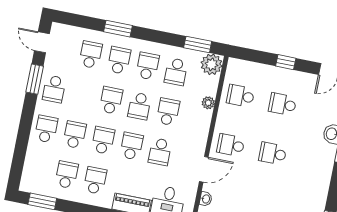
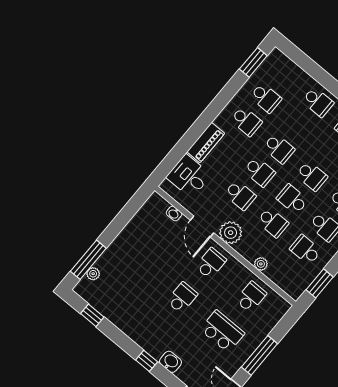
window: (286, 62) -> (259, 355), width x2.17
plant: (212, 64) -> (231, 233), moved
school desk: (282, 104) -> (222, 331), width x1.85
school desk: (75, 135) -> (298, 125), removed
school desk: (160, 152) -> (240, 195), turned 180

